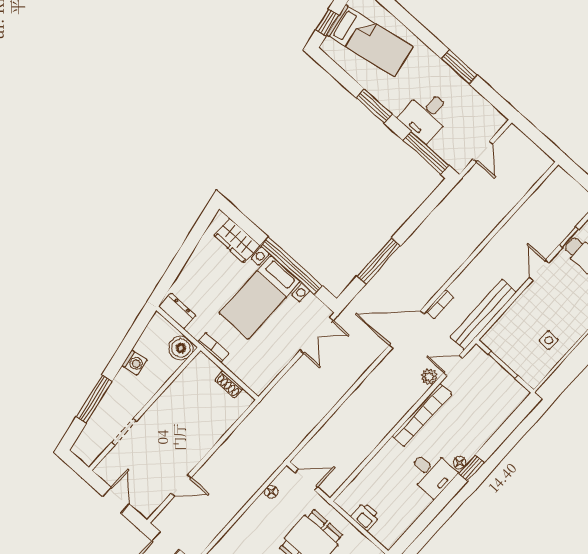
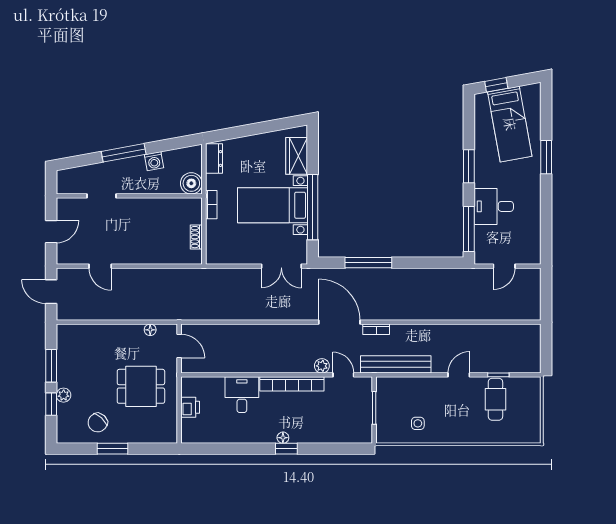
window: (459, 67) -> (546, 157), moved
window: (94, 399) -> (124, 153), moved
desk: (432, 473) -> (242, 395), moved, turned 180

